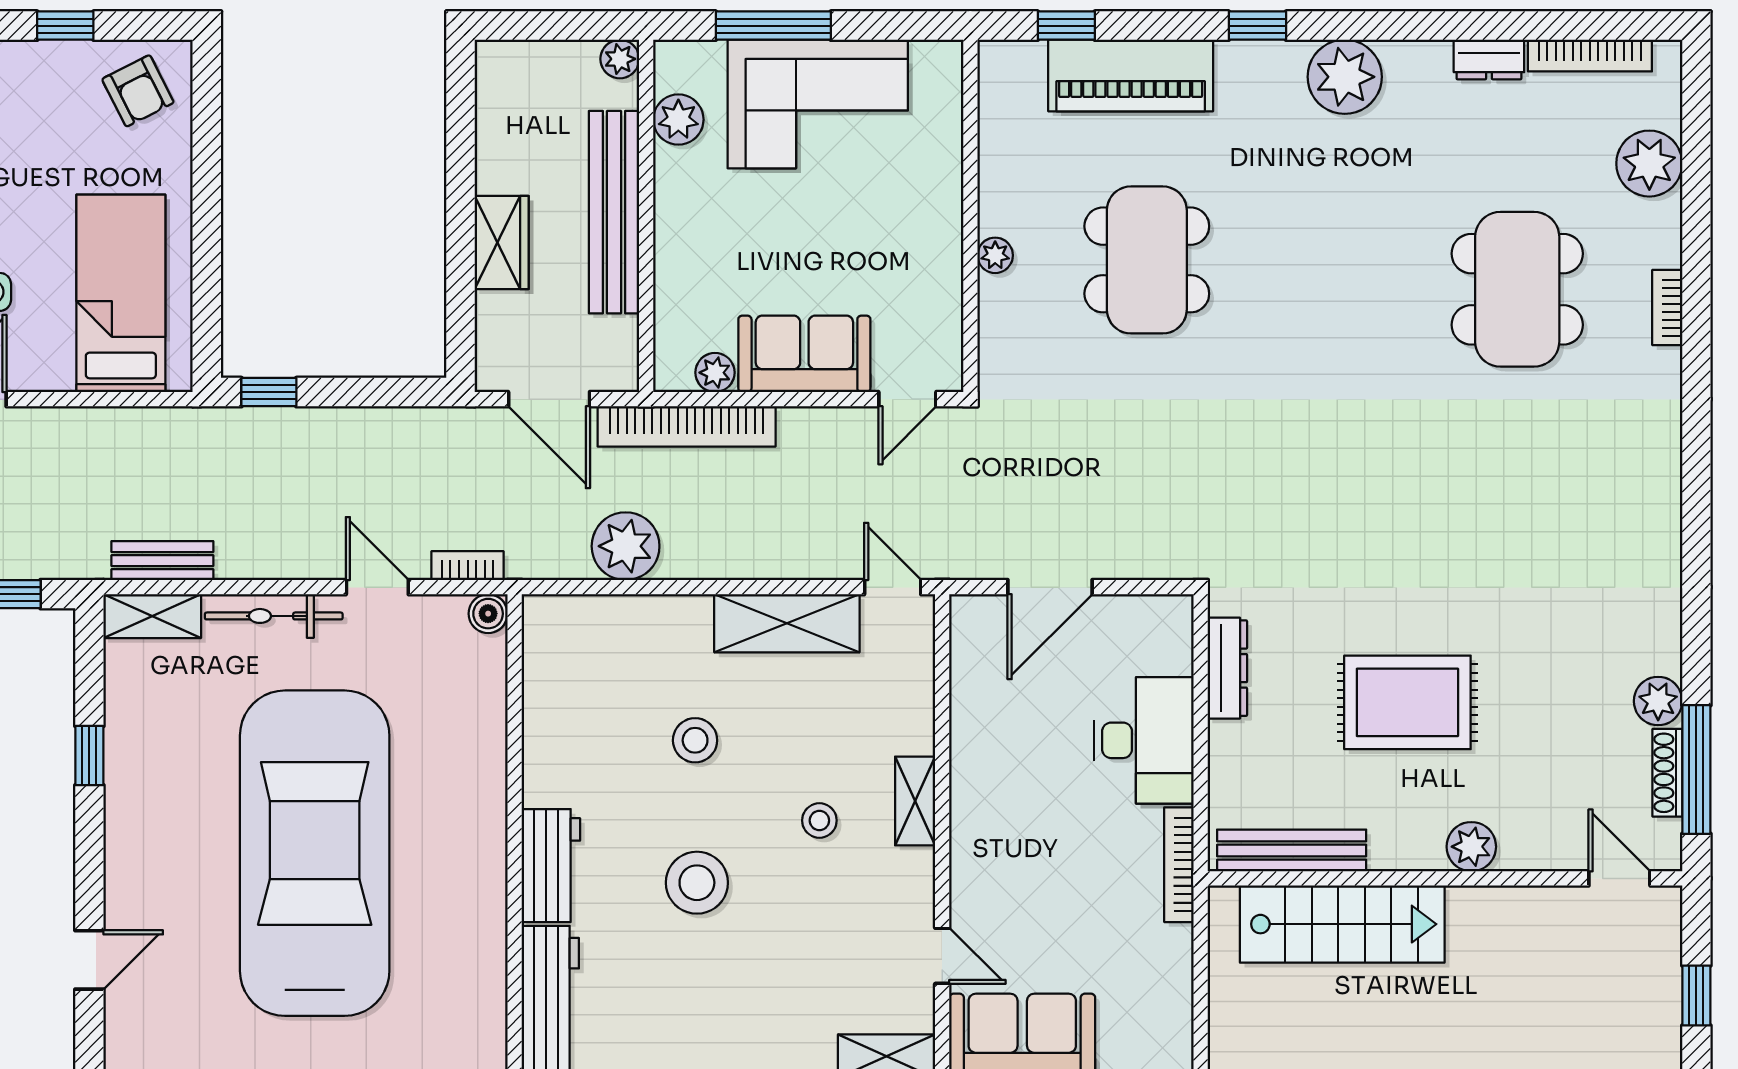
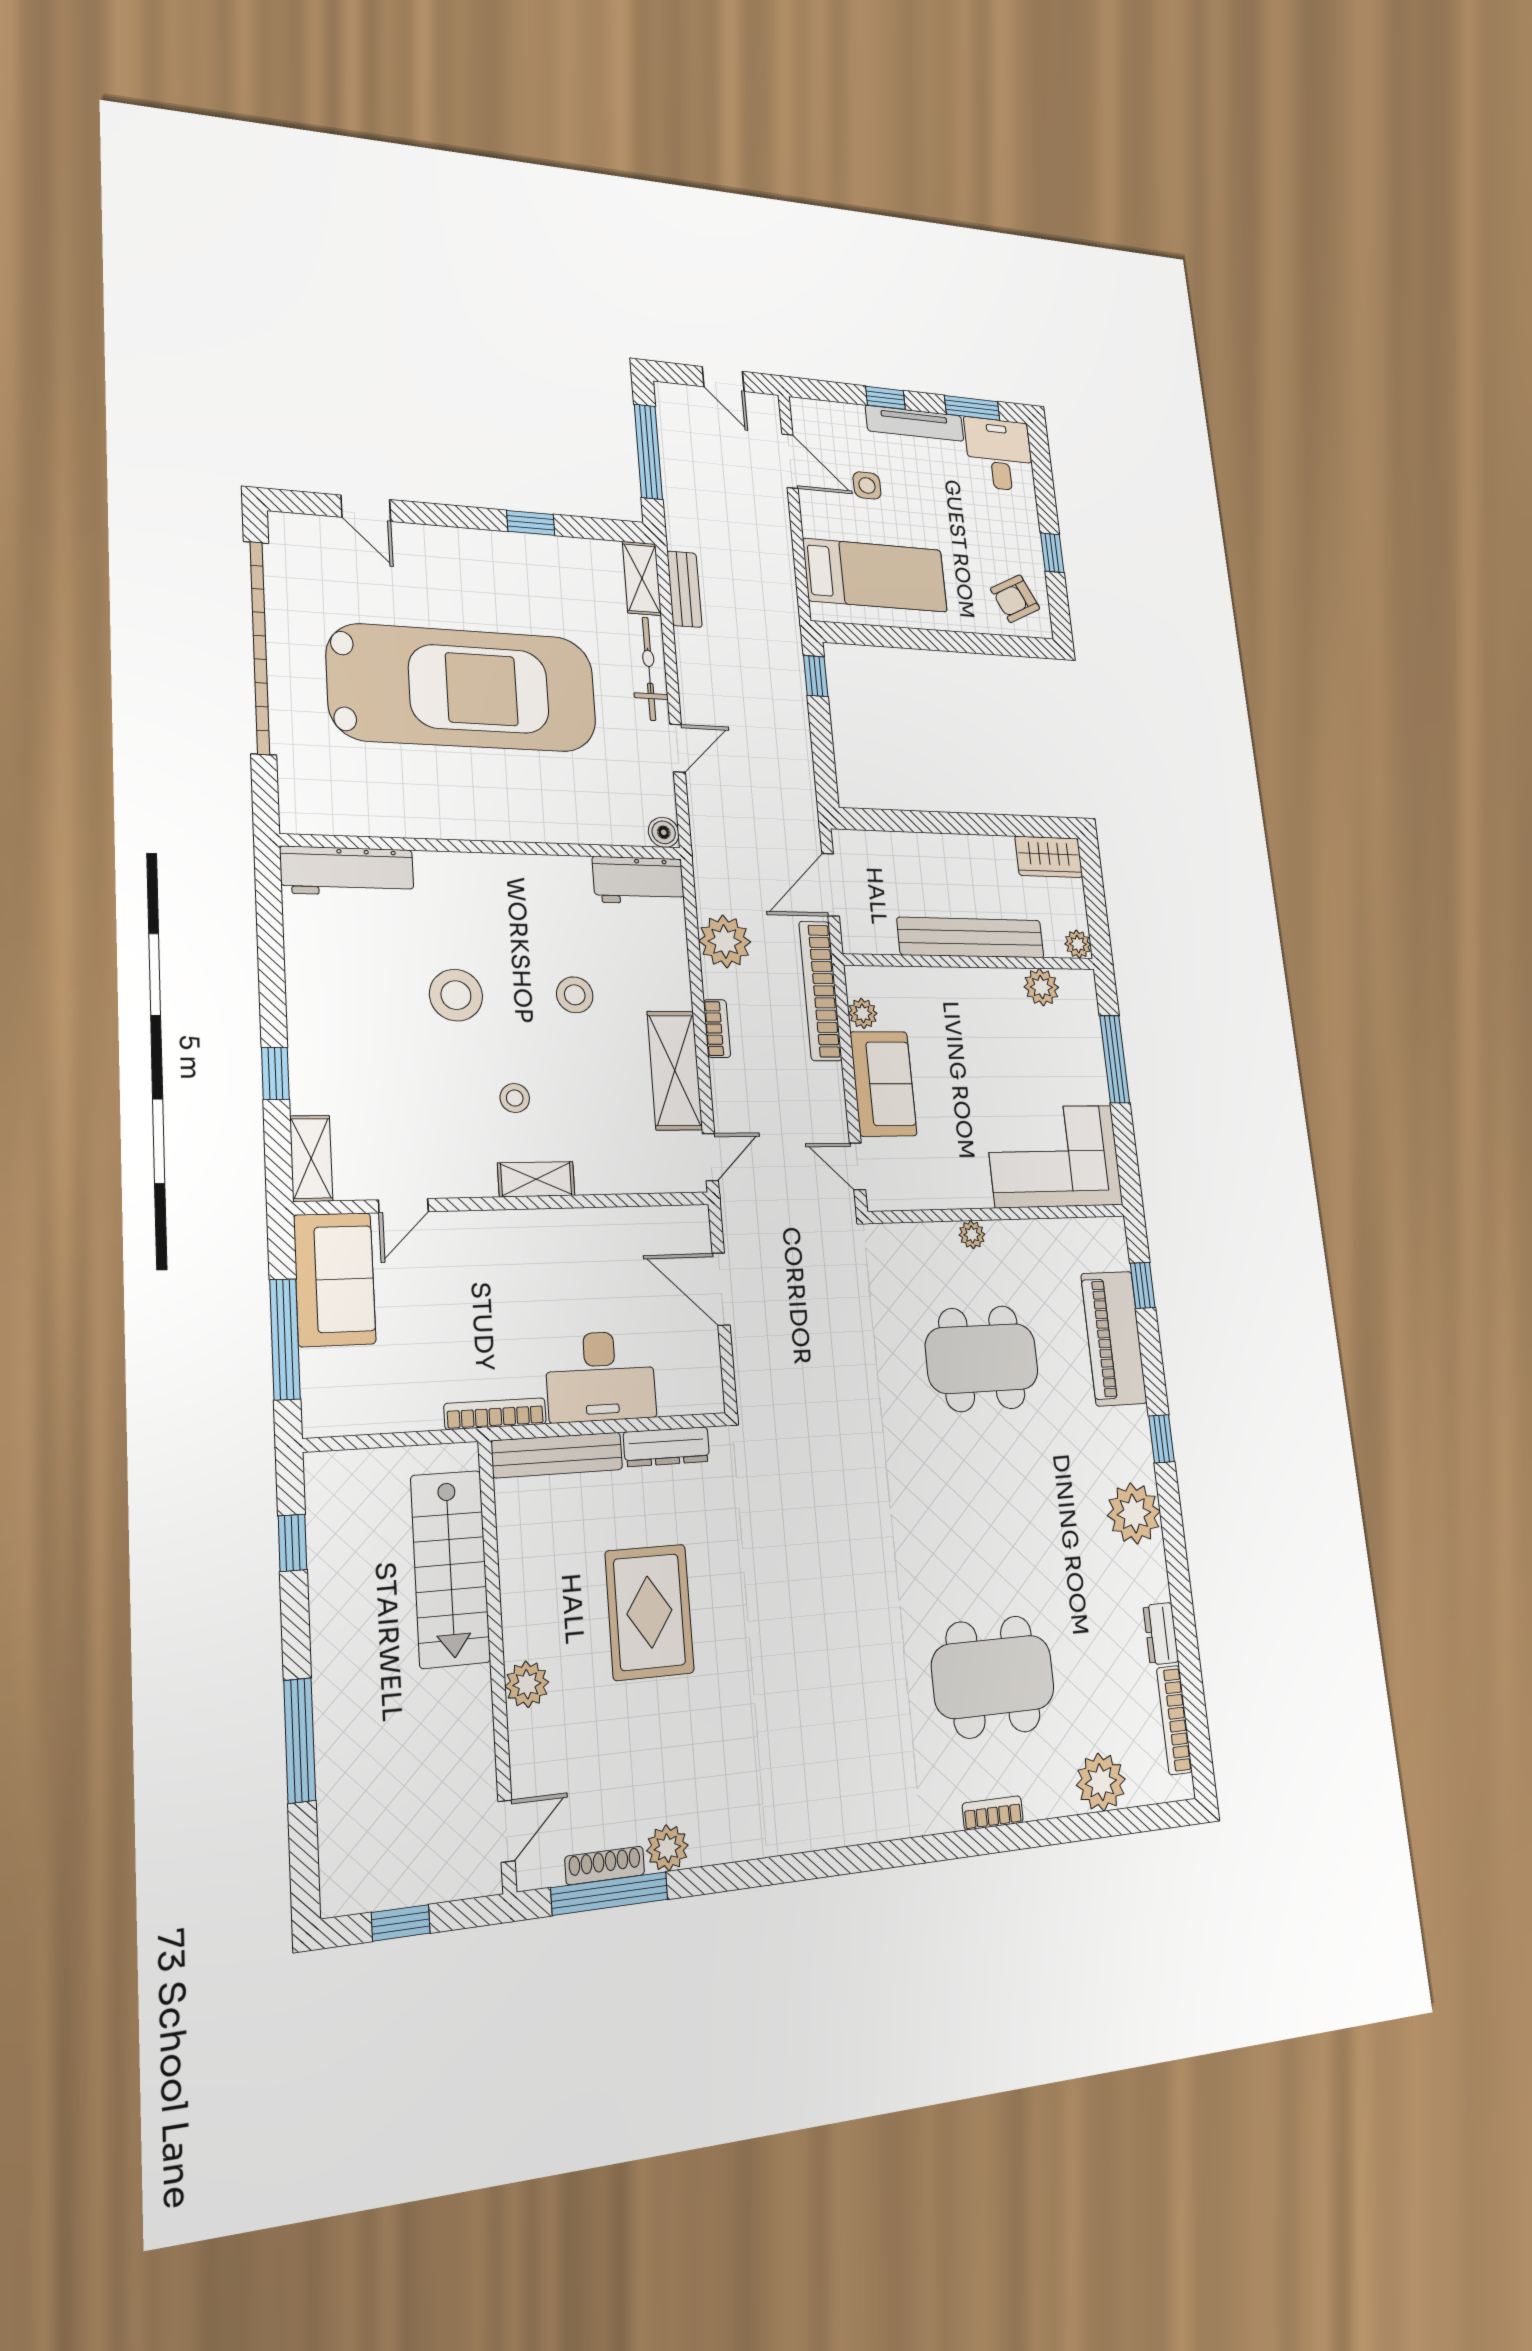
corner sofa: (818, 104) -> (1054, 1156), moved, turned 90
wardrobe: (502, 243) -> (1049, 857), moved
bookcase: (468, 566) -> (717, 1029), moved
bench: (1292, 850) -> (557, 1455), moved, turned 90
workbench: (551, 866) -> (638, 880), moved

